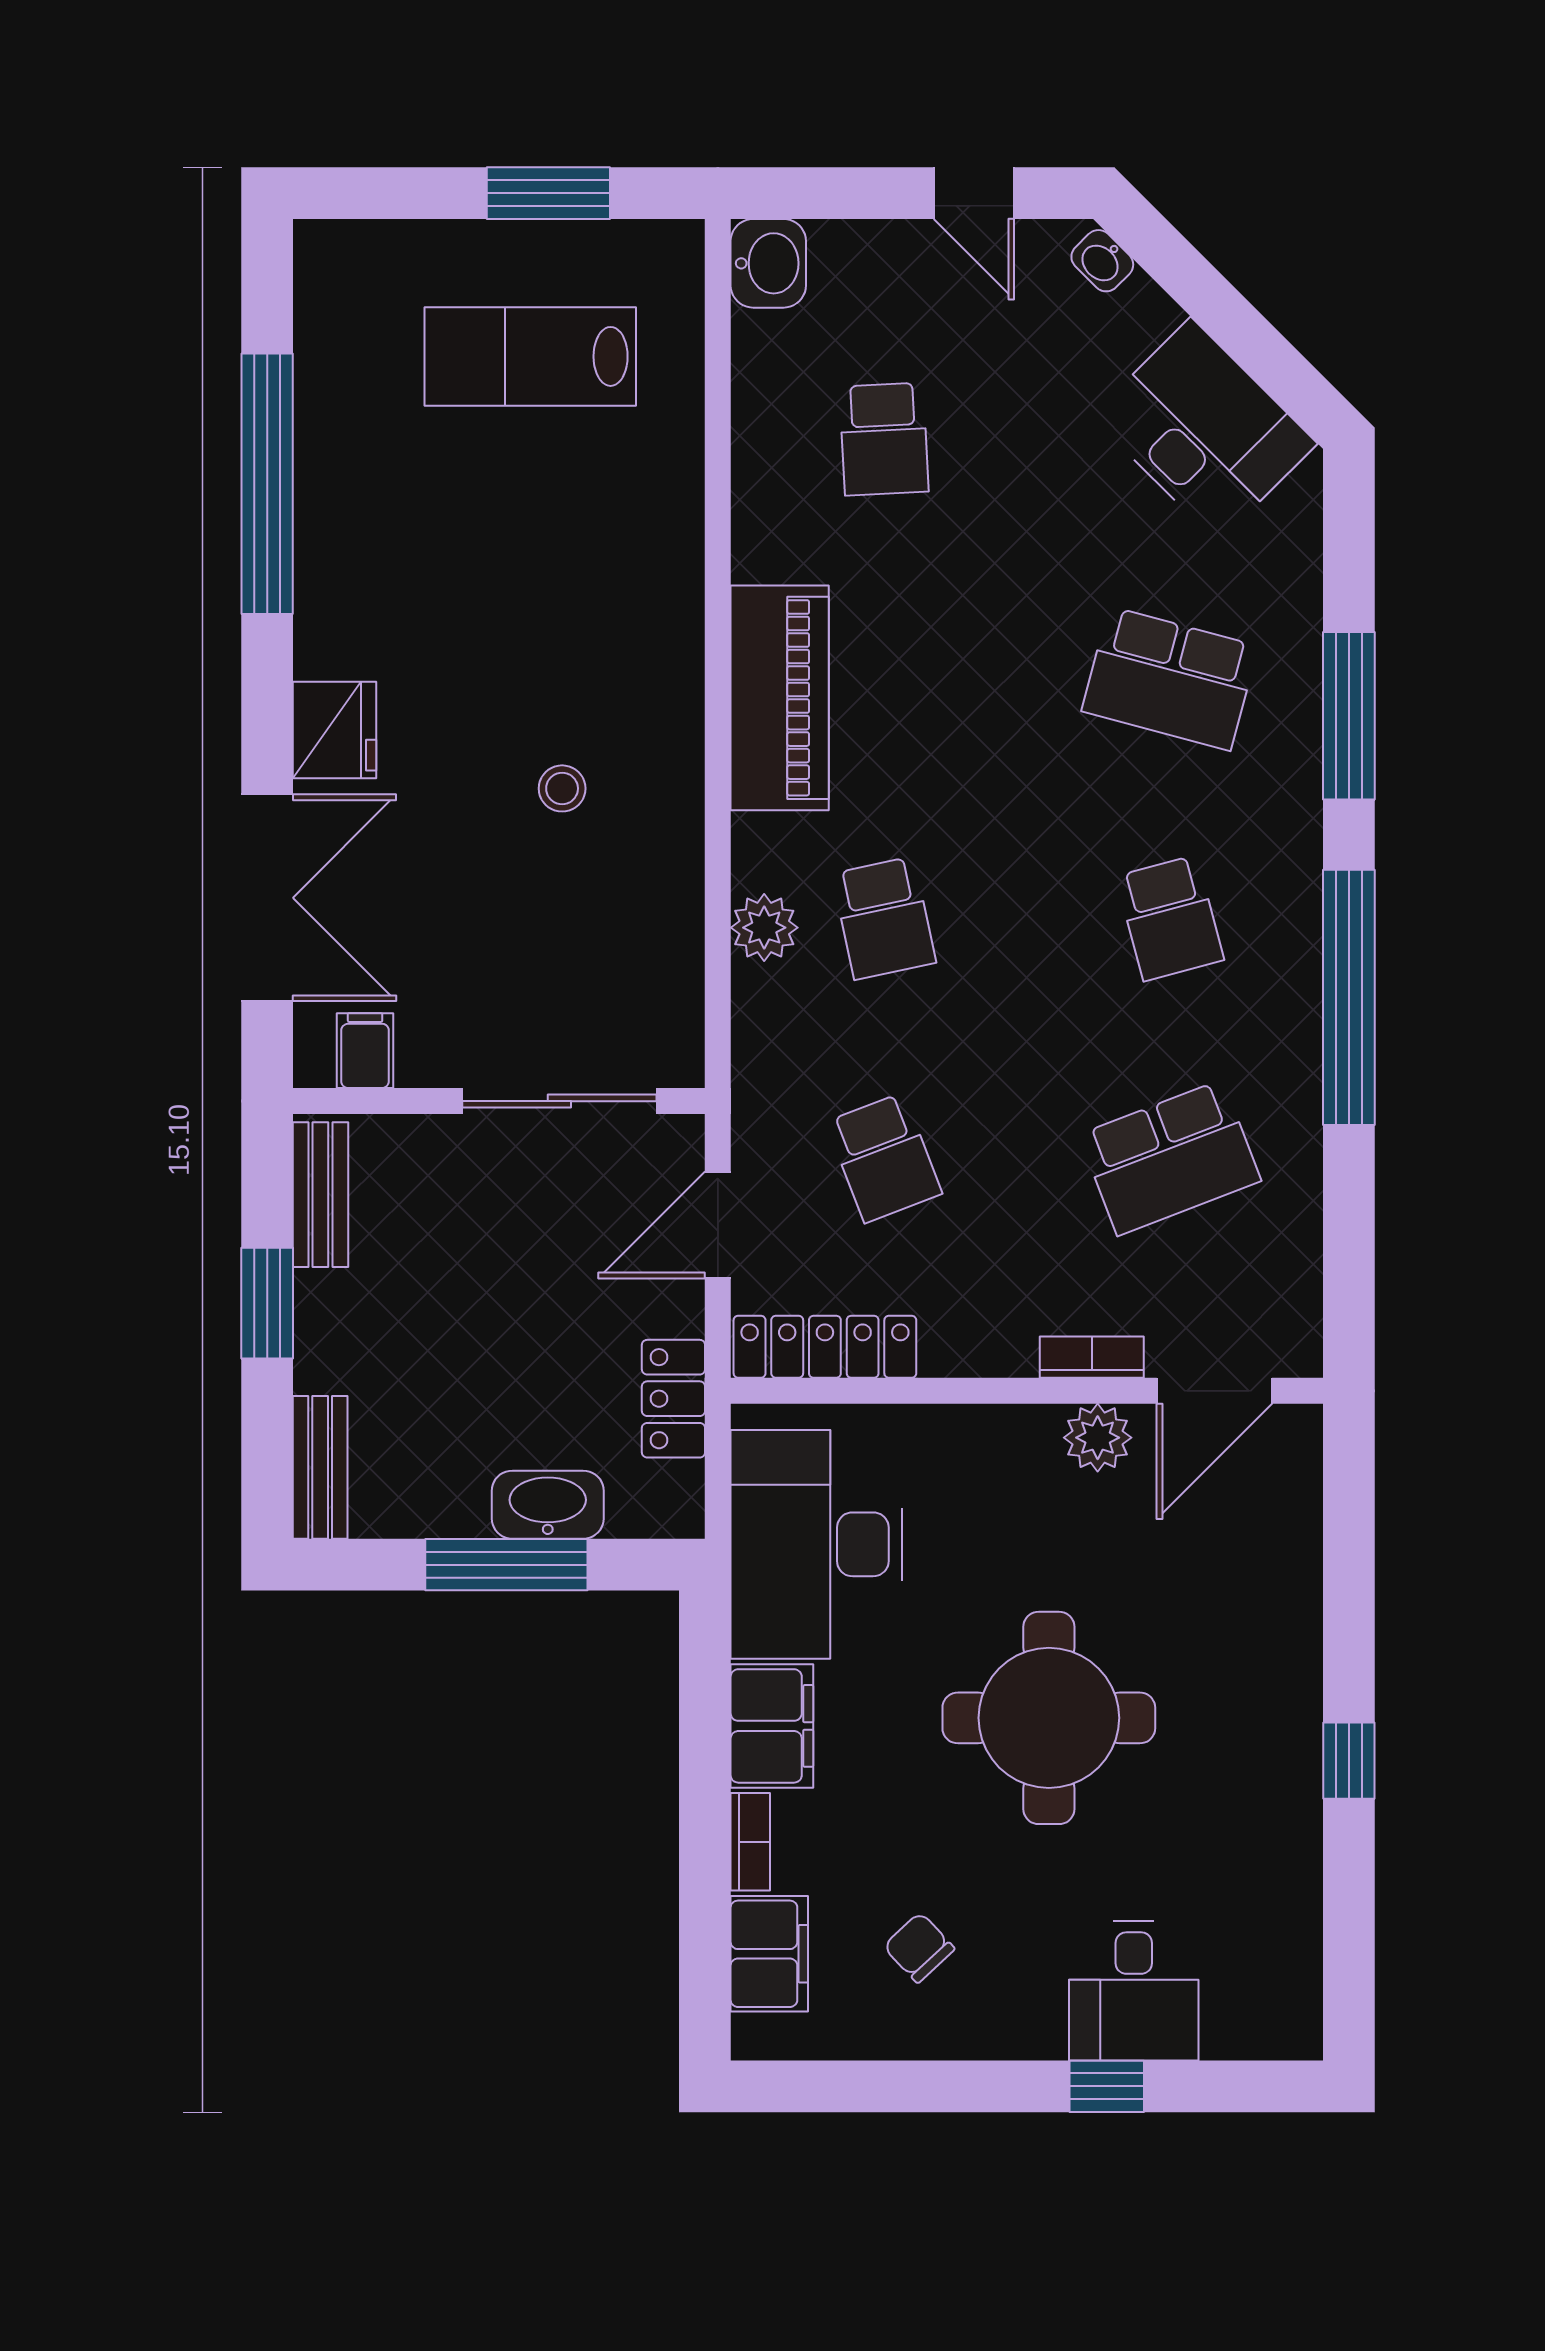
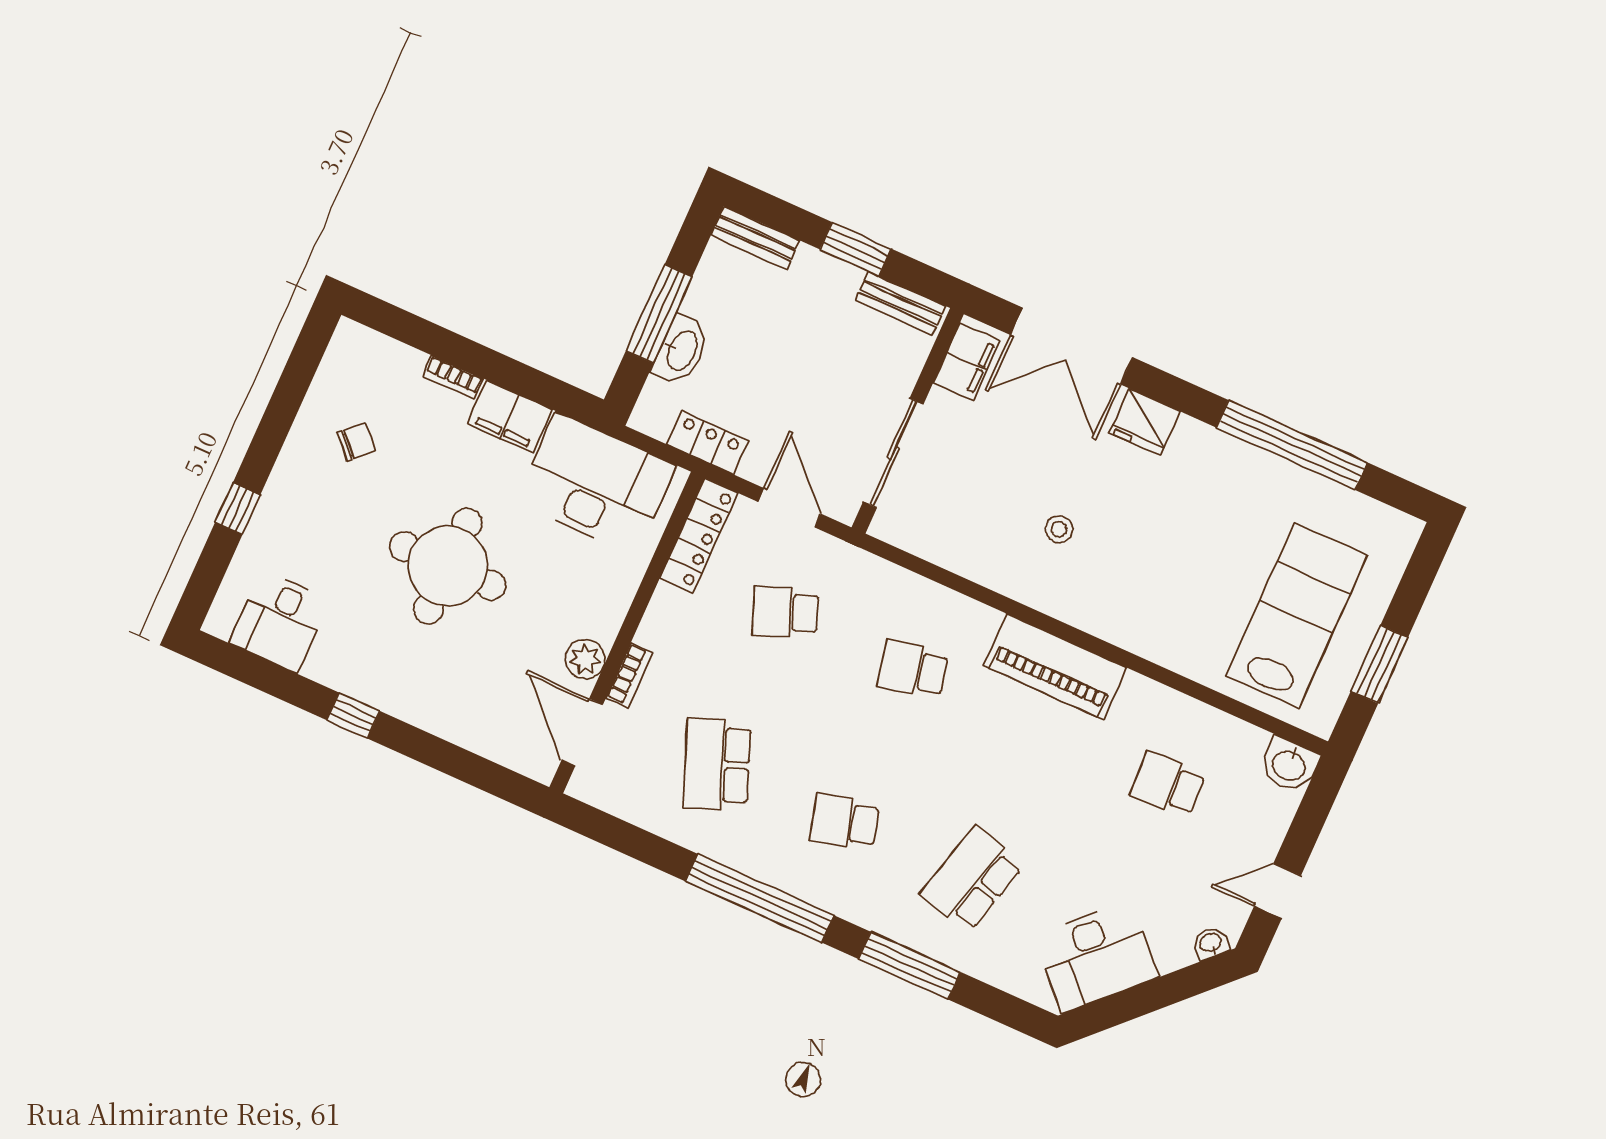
lab bench: (530, 356) -> (1297, 616), width x1.36, depth x1.39
plant: (764, 928) -> (937, 604), removed
filing cabinet: (365, 1051) -> (967, 362), width x2.00
filing cabinet: (769, 1954) -> (389, 361), removed
desk: (1134, 1991) -> (280, 621), moved, turned -90

